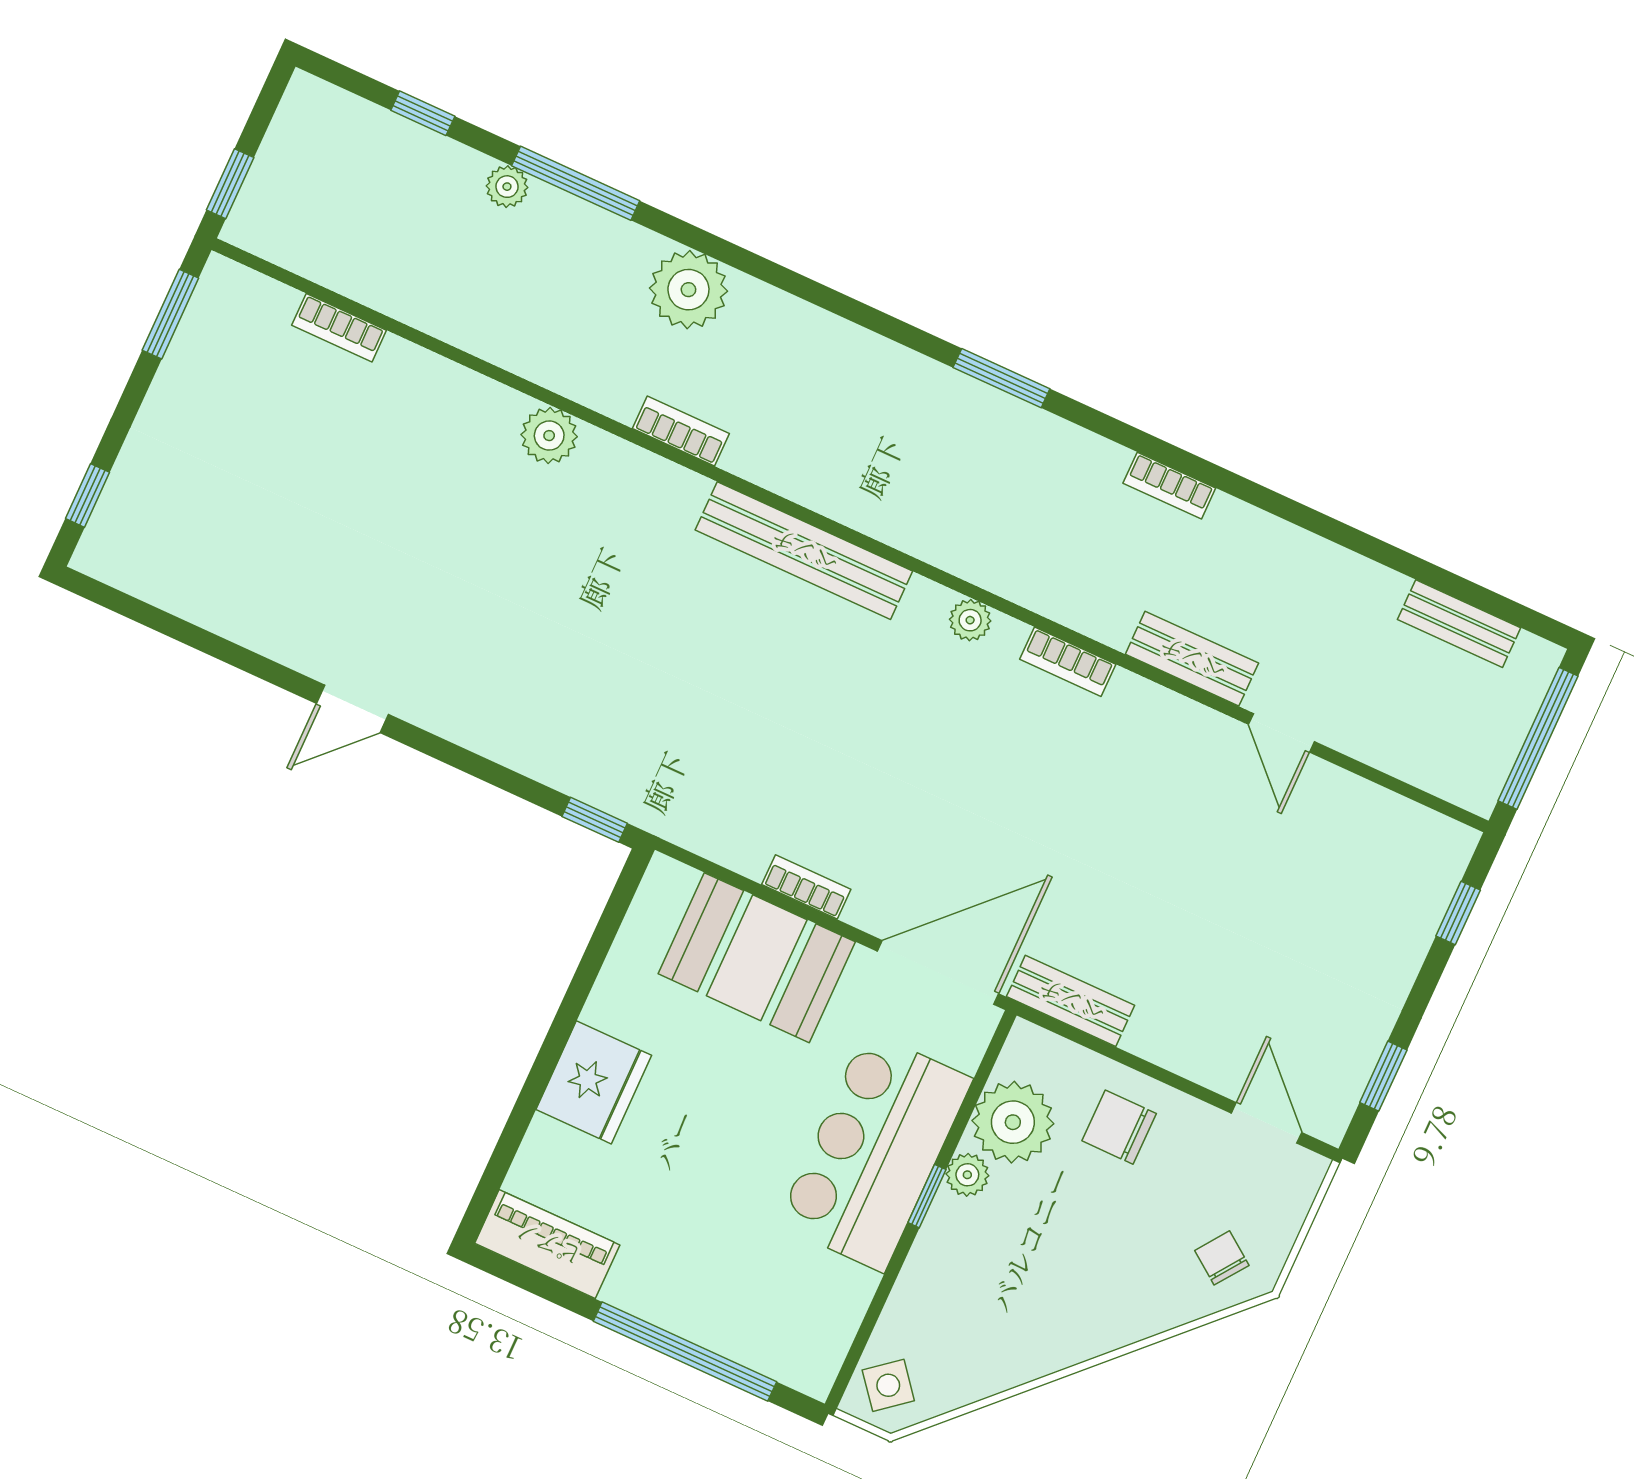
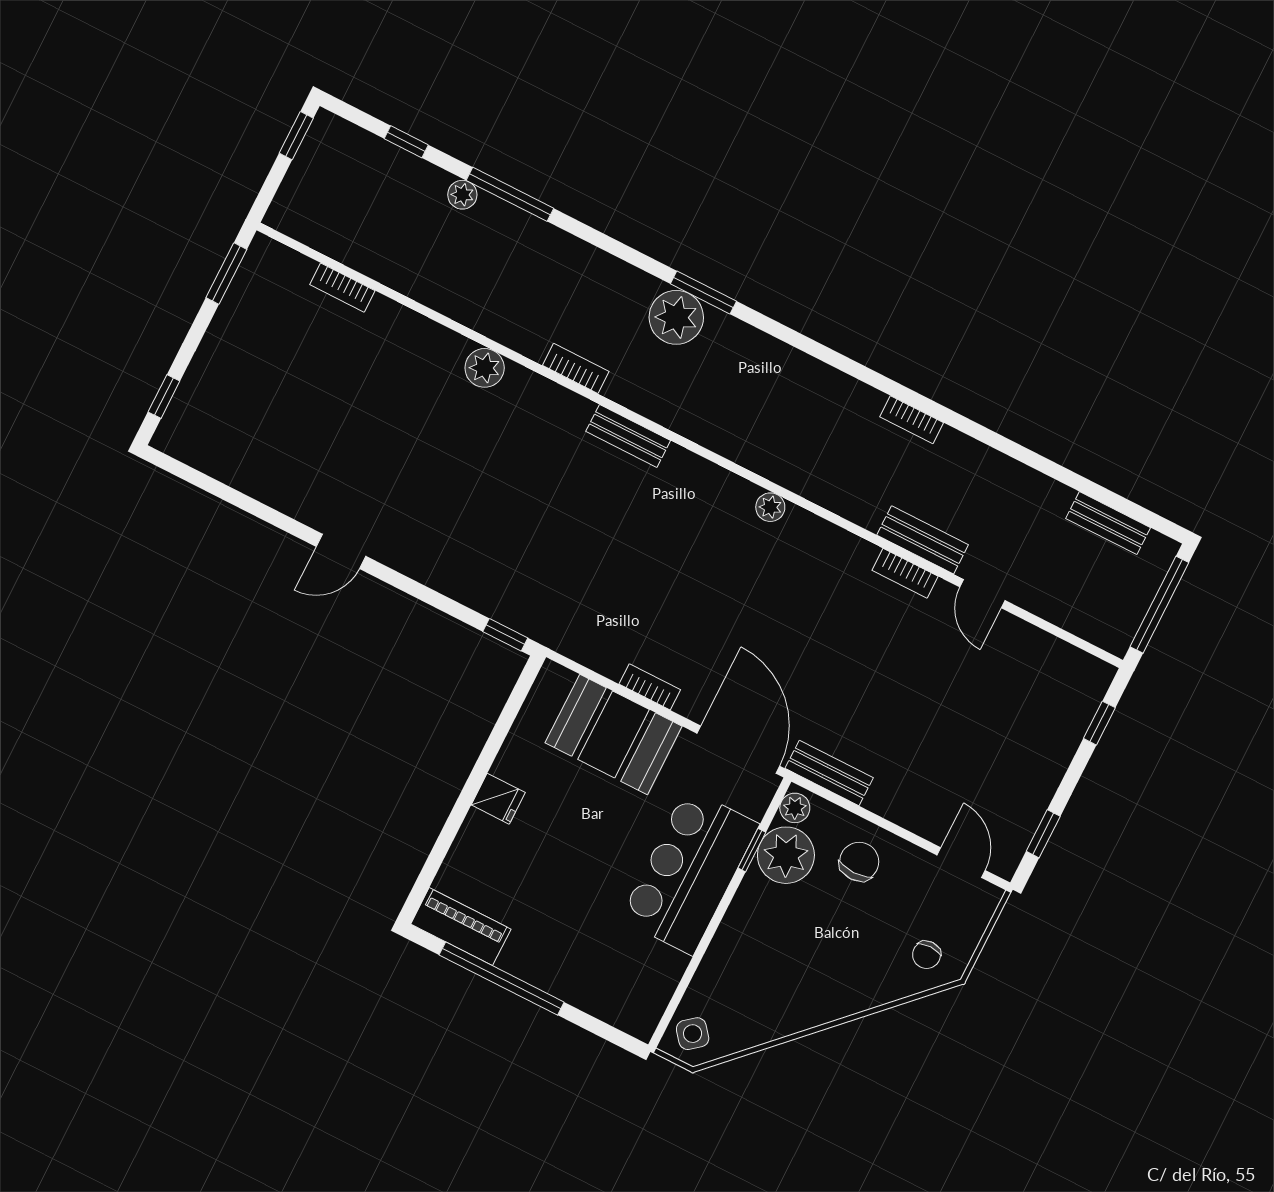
window: (230, 184) -> (296, 136), moved
plant: (688, 290) -> (676, 317), moved
window: (1001, 378) -> (703, 292), moved
bench: (804, 551) -> (628, 436), width x0.54, depth x0.82
bookcase: (1068, 662) -> (905, 573), moved
door: (938, 972) -> (738, 750), hinge flipped
fridge: (594, 1082) -> (498, 799), width x0.53, depth x0.75
chair: (1119, 1127) -> (859, 862), turned 90
plant: (967, 1175) -> (795, 808), moved
window: (927, 1196) -> (752, 850), moved
chair: (1222, 1258) -> (927, 955), turned -126
window: (685, 1351) -> (502, 978), moved

